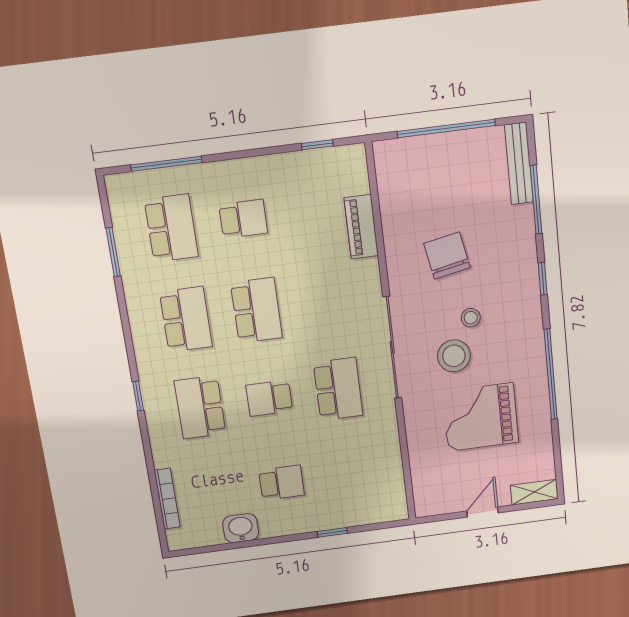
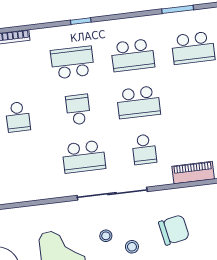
school desk: (243, 219) -> (144, 149), moved
stool: (454, 356) -> (106, 236), width x0.53, depth x0.53

